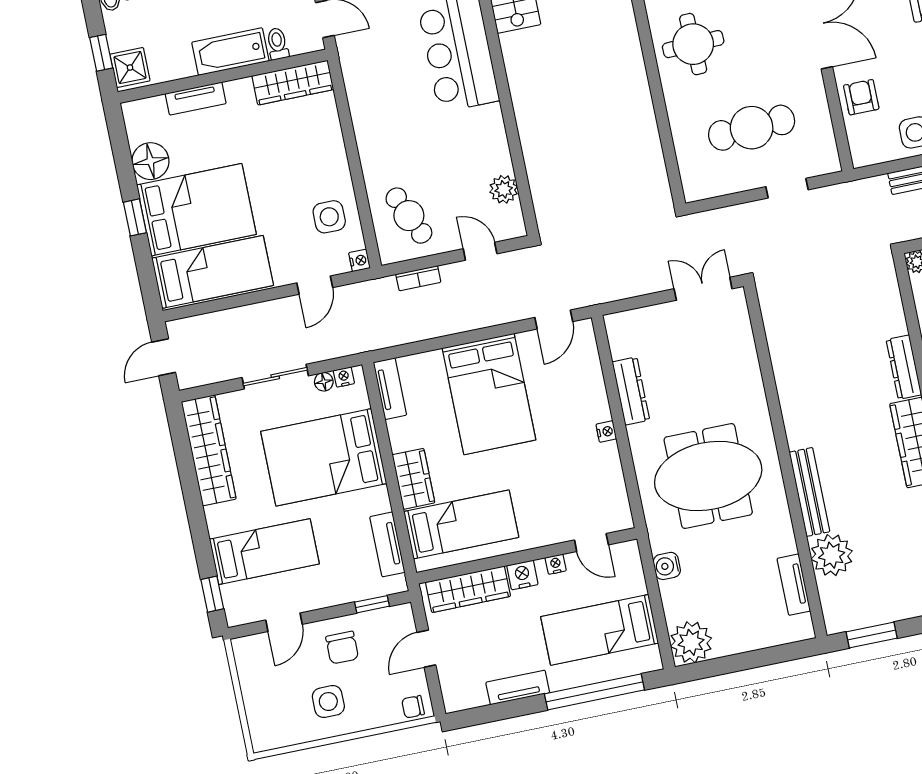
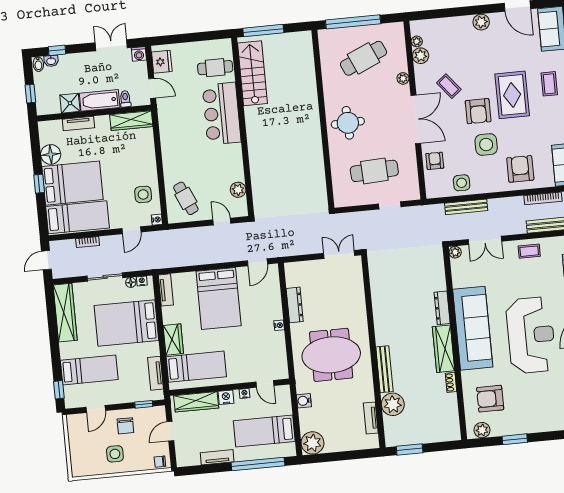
shower: (130, 68) -> (70, 103), moved
bookcase: (418, 278) -> (88, 242), moved

